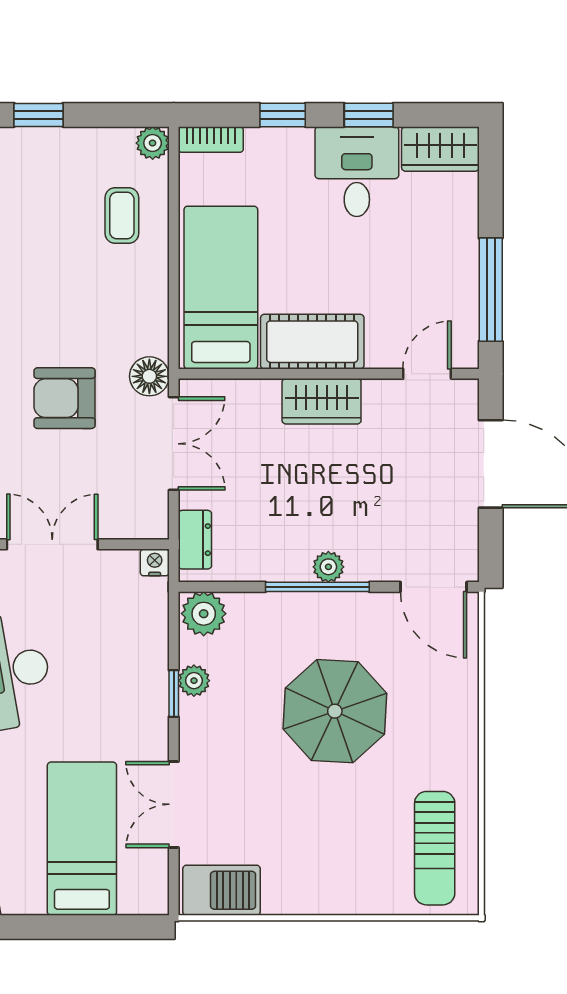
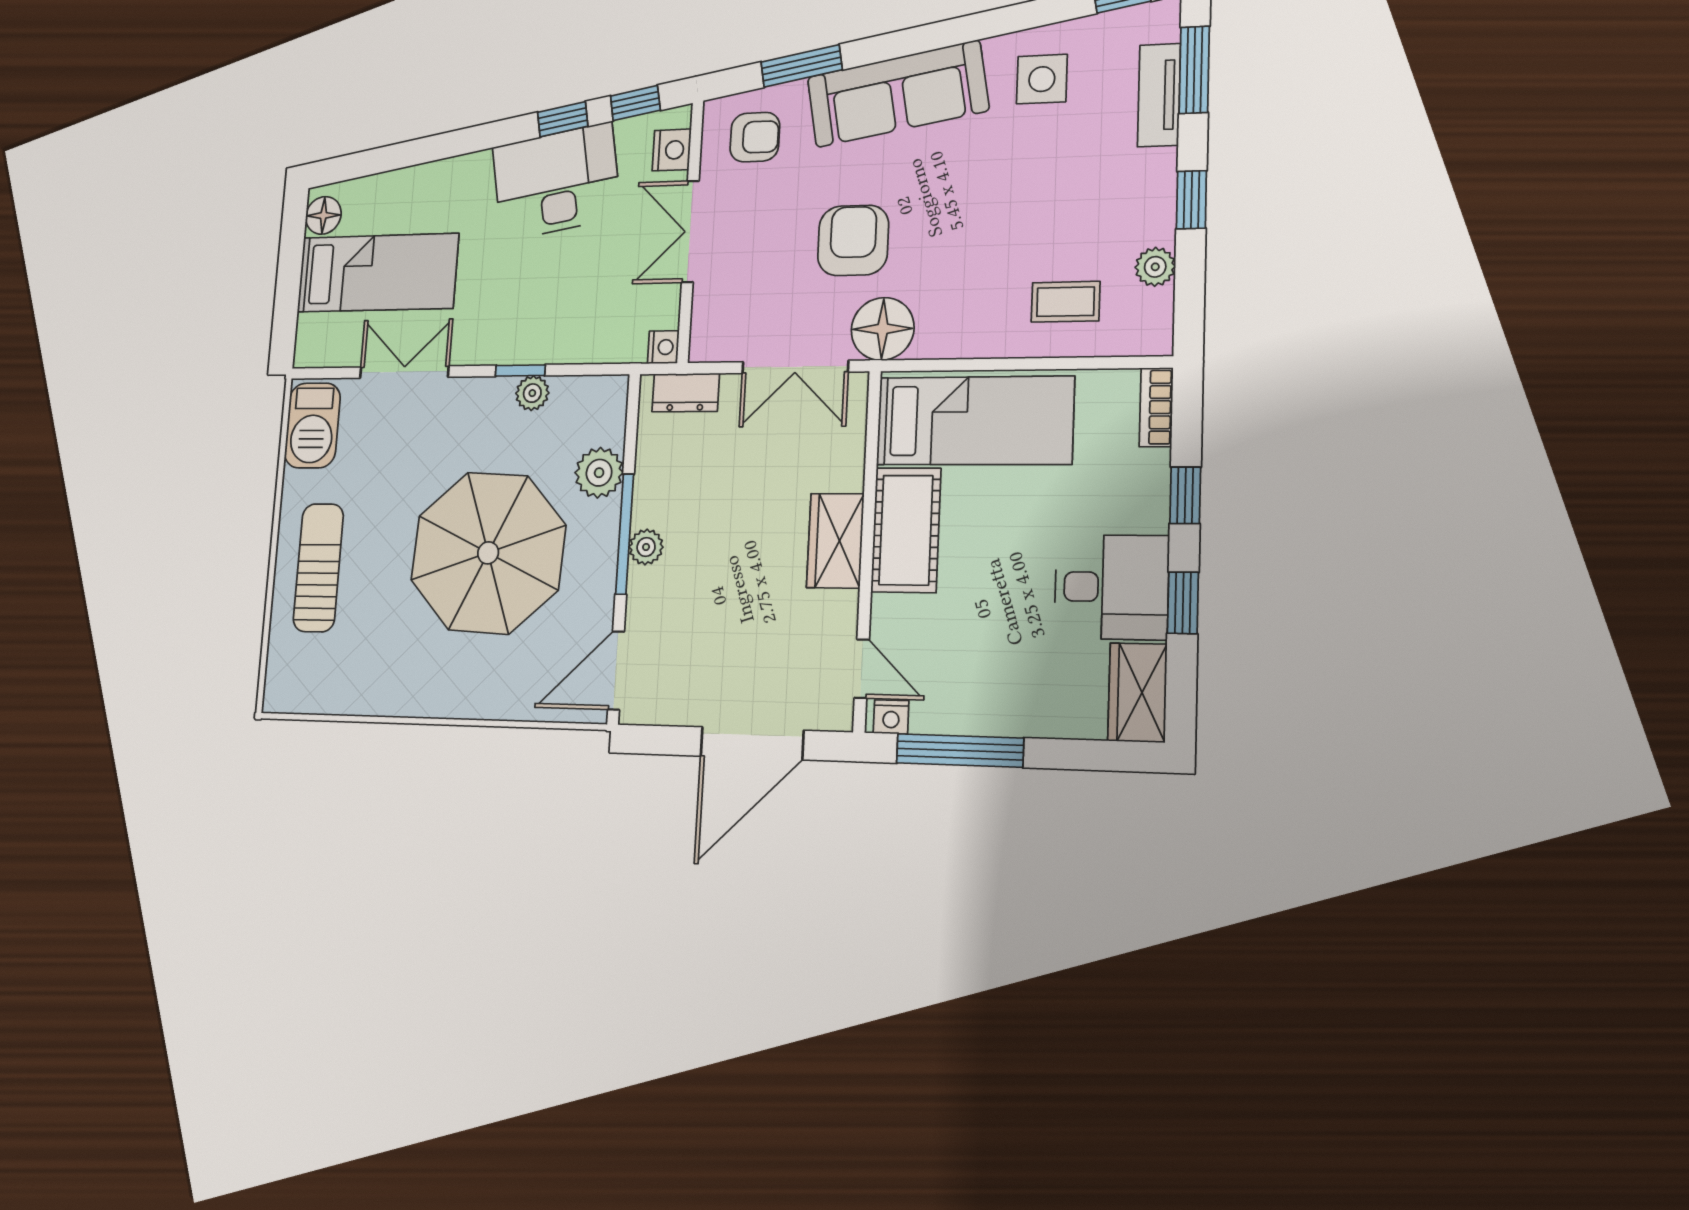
plant: (153, 143) -> (1155, 267), moved
nightstand: (466, 347) -> (891, 717), added
floor lamp: (149, 376) -> (883, 329), width x1.38, depth x1.38
double door: (52, 544) -> (690, 231), swing flipped
plant: (204, 614) -> (599, 473), moved
parasol: (335, 711) -> (488, 553), width x1.36, depth x1.36
sun lounger: (435, 848) -> (318, 568), moved, turned 90
floor lamp: (27, 898) -> (323, 215), added

